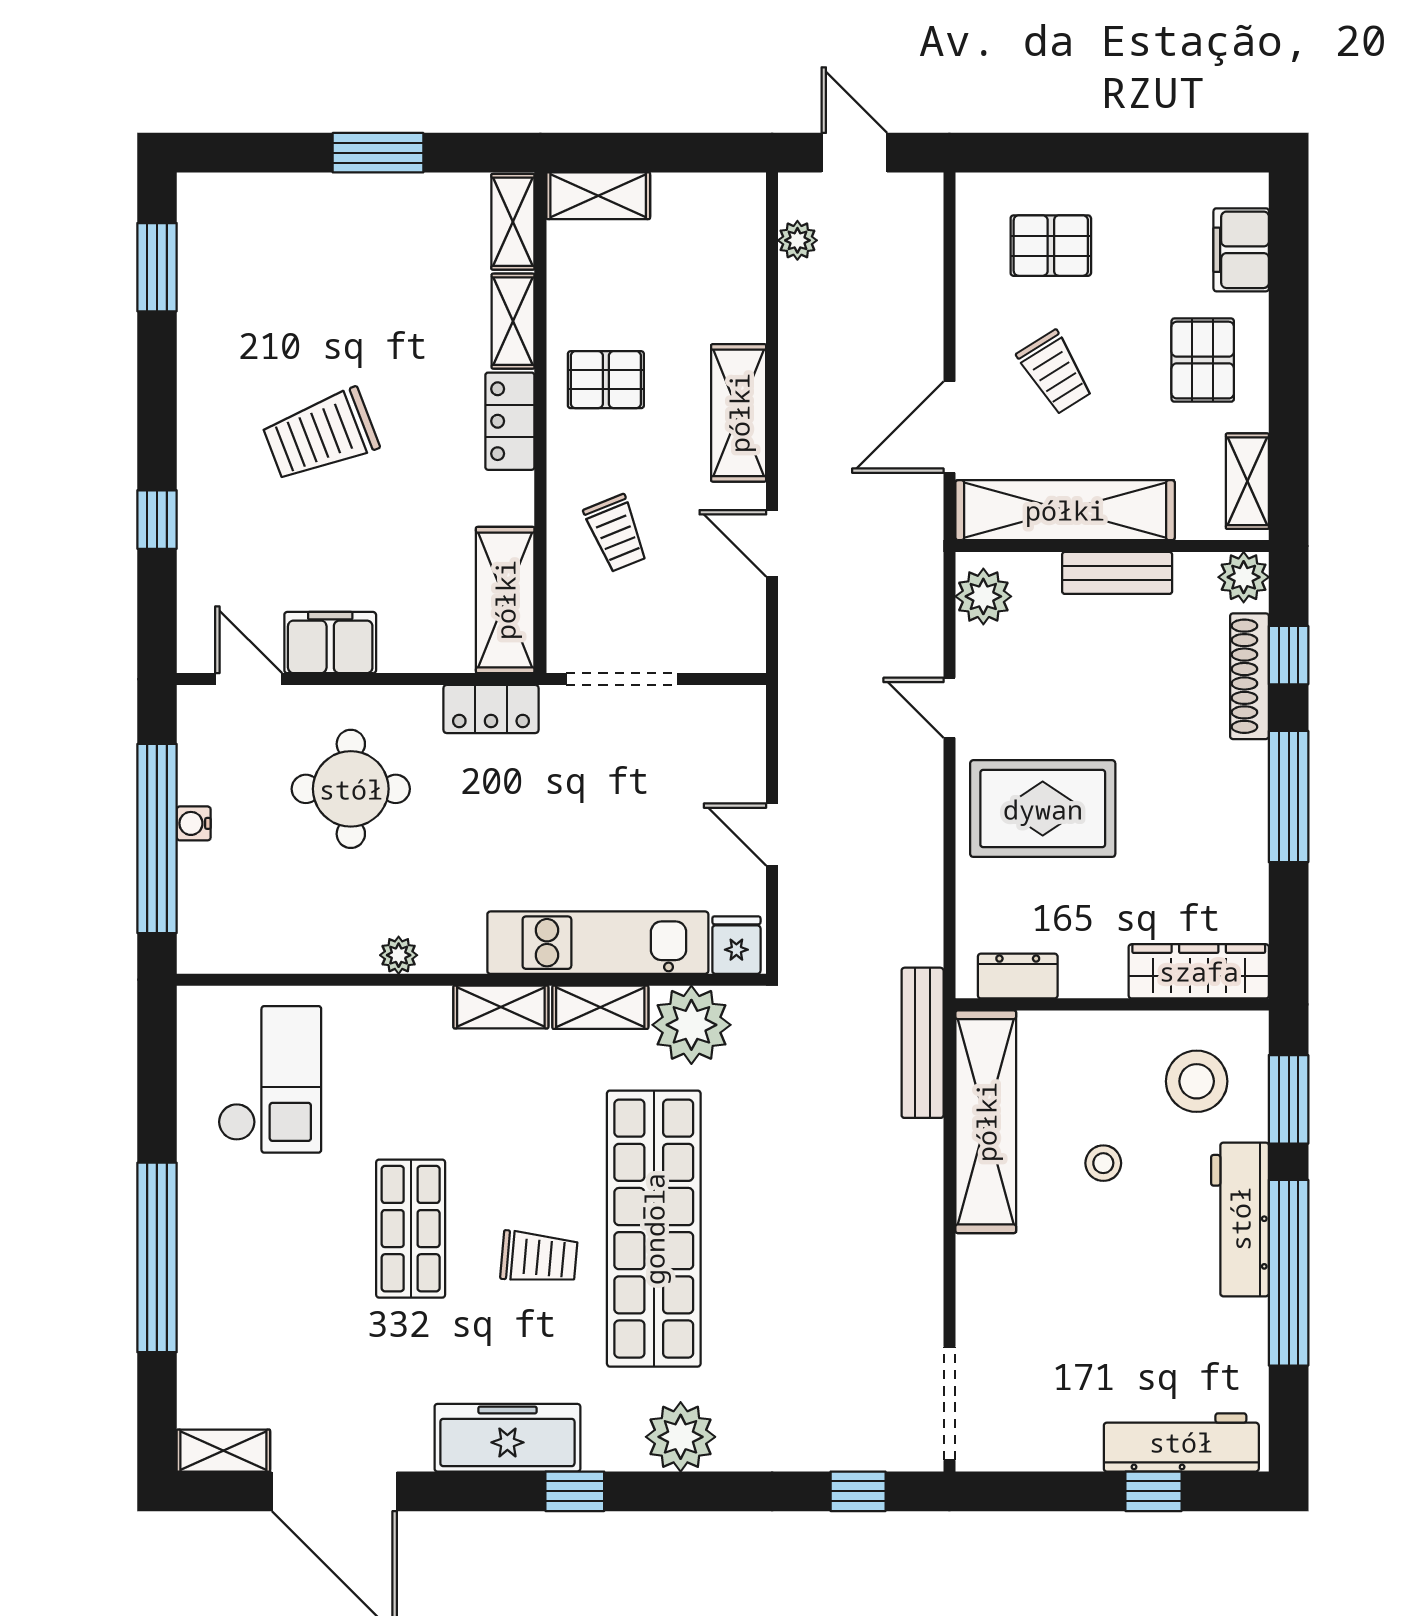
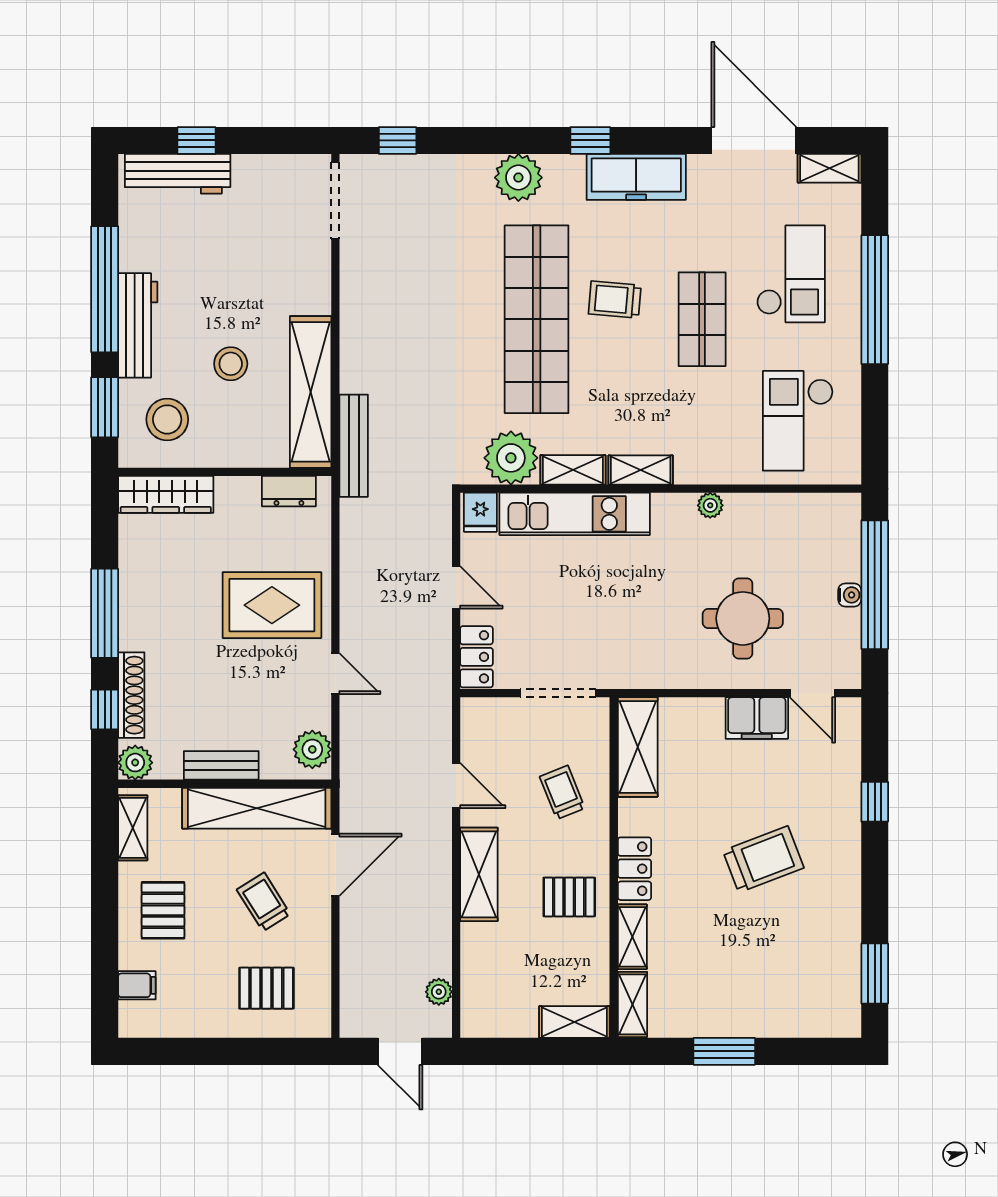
filing cabinet: (1241, 250) -> (137, 985), width x0.50
locker: (491, 709) -> (476, 657), moved, turned 90
stool: (1103, 1163) -> (231, 364), width x1.37, depth x1.37
checkout: (280, 1295) -> (791, 274), added

